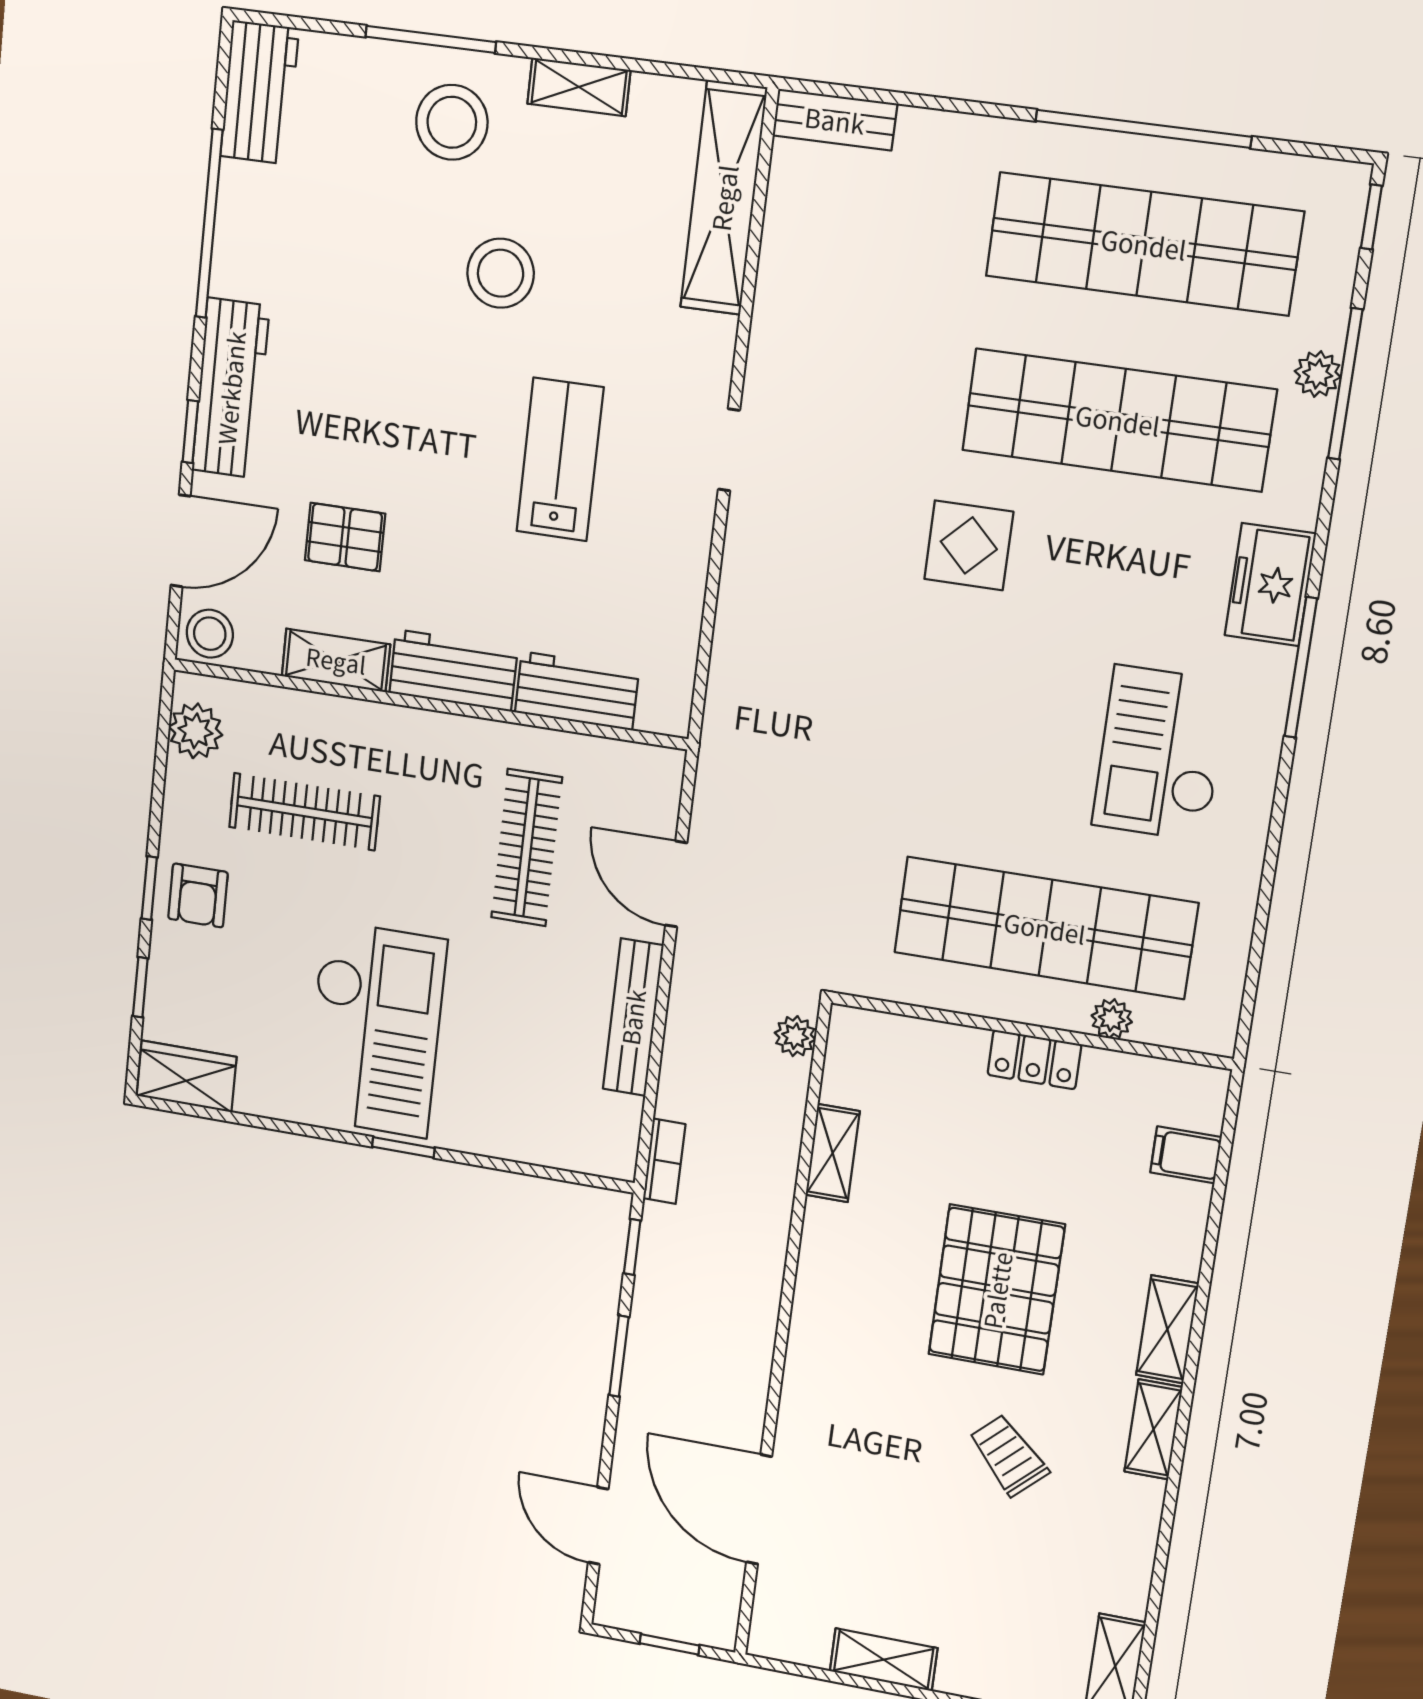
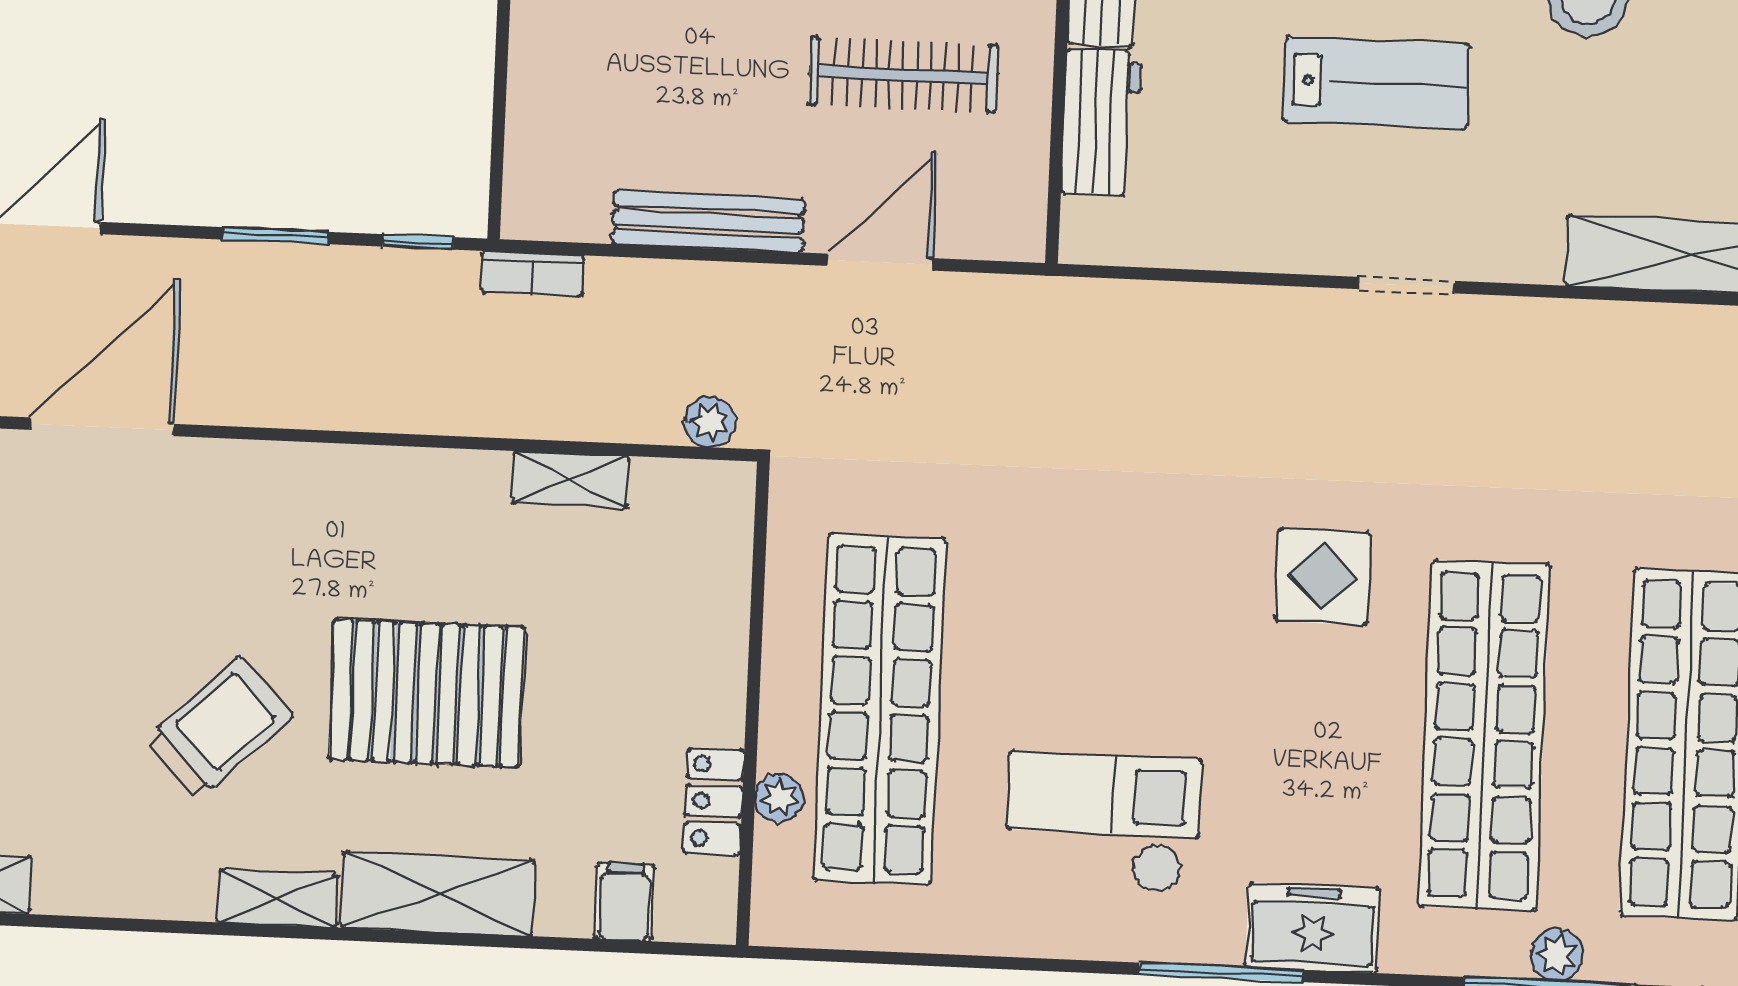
locker: (1034, 1060) -> (714, 801), moved
shelving: (1167, 1329) -> (438, 894), width x1.50, depth x1.33
trolley: (1009, 1455) -> (219, 727), width x1.36, depth x1.39

